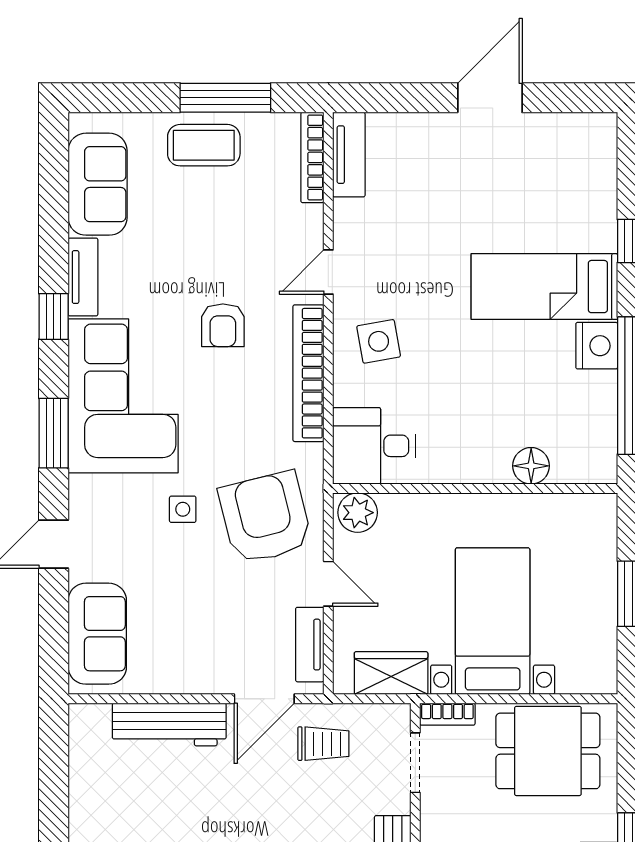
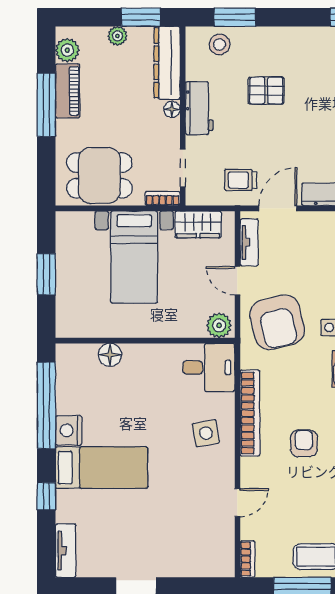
tv unit: (349, 155) -> (66, 551), moved, turned 180
bookcase: (312, 157) -> (248, 559), width x0.64
door: (328, 272) -> (237, 503), moved

